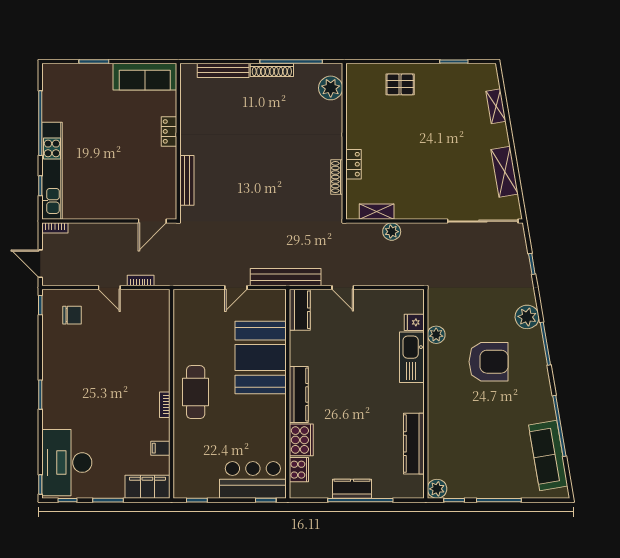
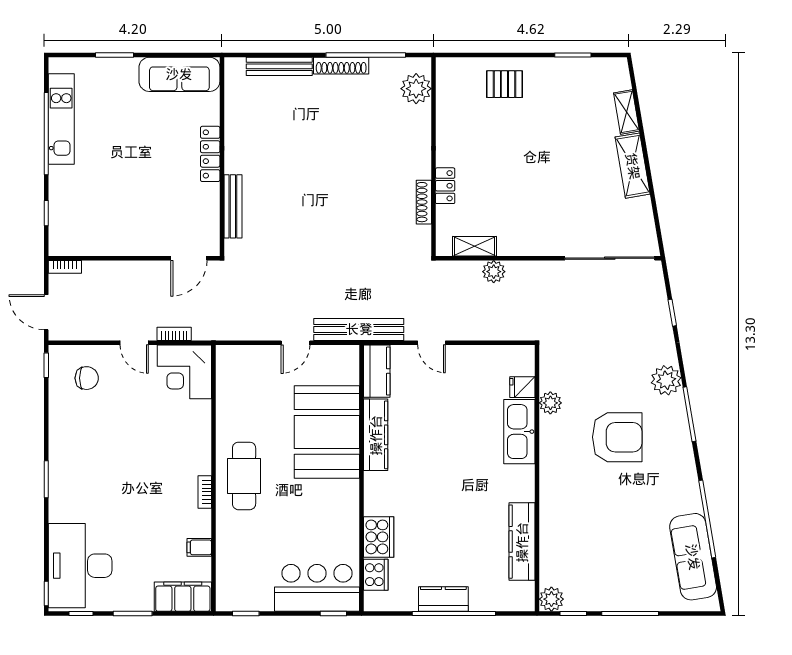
locker: (169, 131) -> (210, 154), width x1.53
kitchen unit: (52, 171) -> (61, 119), moved, width x0.73
shelving: (505, 172) -> (633, 166), moved
corner desk: (149, 310) -> (184, 372), added
kitchen counter: (299, 394) -> (376, 435), moved

